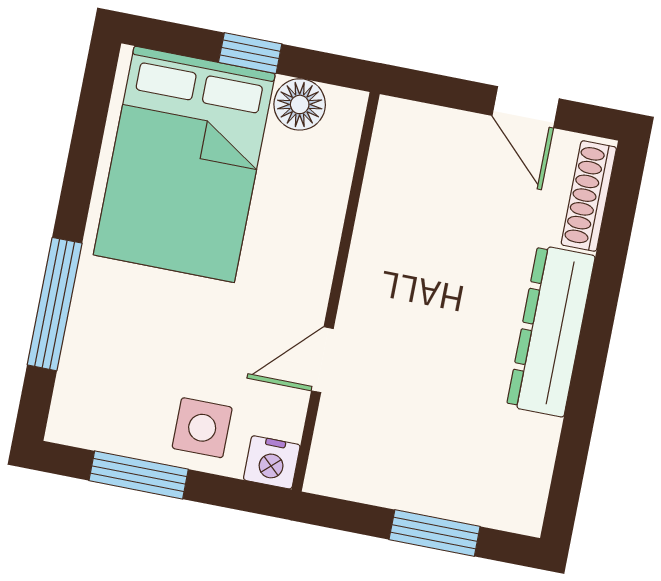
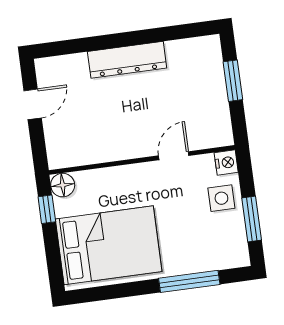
window: (250, 53) -> (47, 209), moved
floor lamp: (300, 104) -> (63, 185), moved
shoe rack: (589, 196) -> (62, 63), removed
door: (322, 360) -> (174, 156), swing flipped

